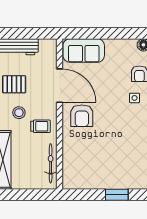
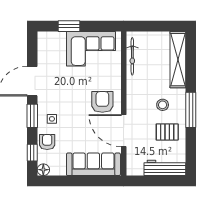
sofa: (84, 51) -> (93, 164), width x1.36
trolley: (40, 126) -> (142, 92), removed
corner sofa: (94, 171) -> (91, 49), added

